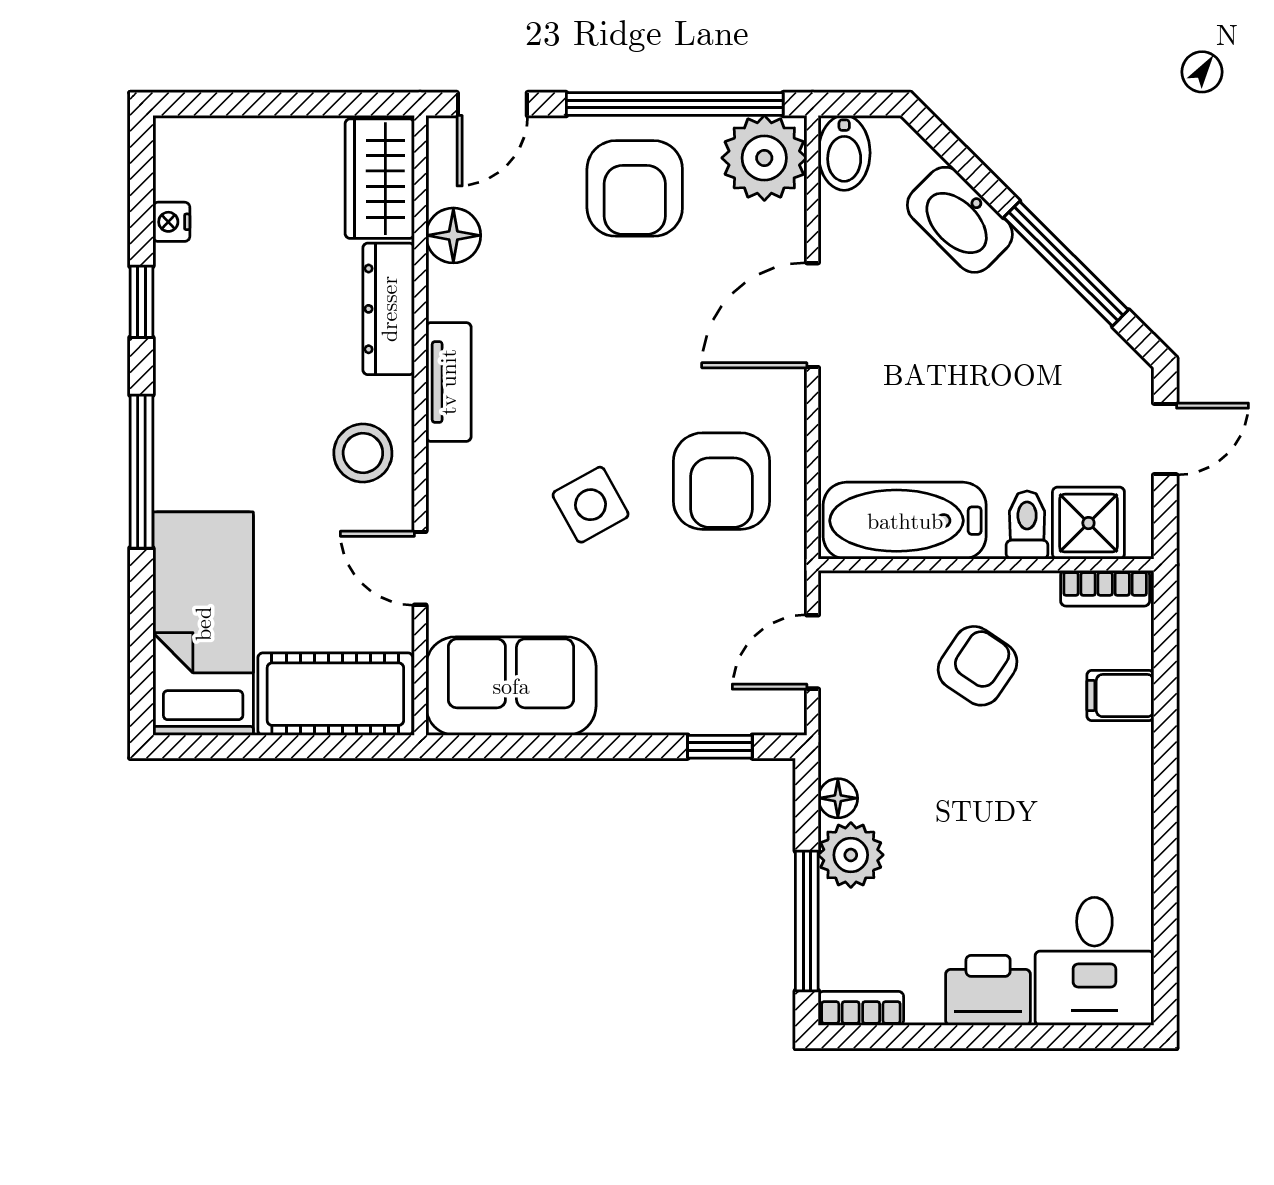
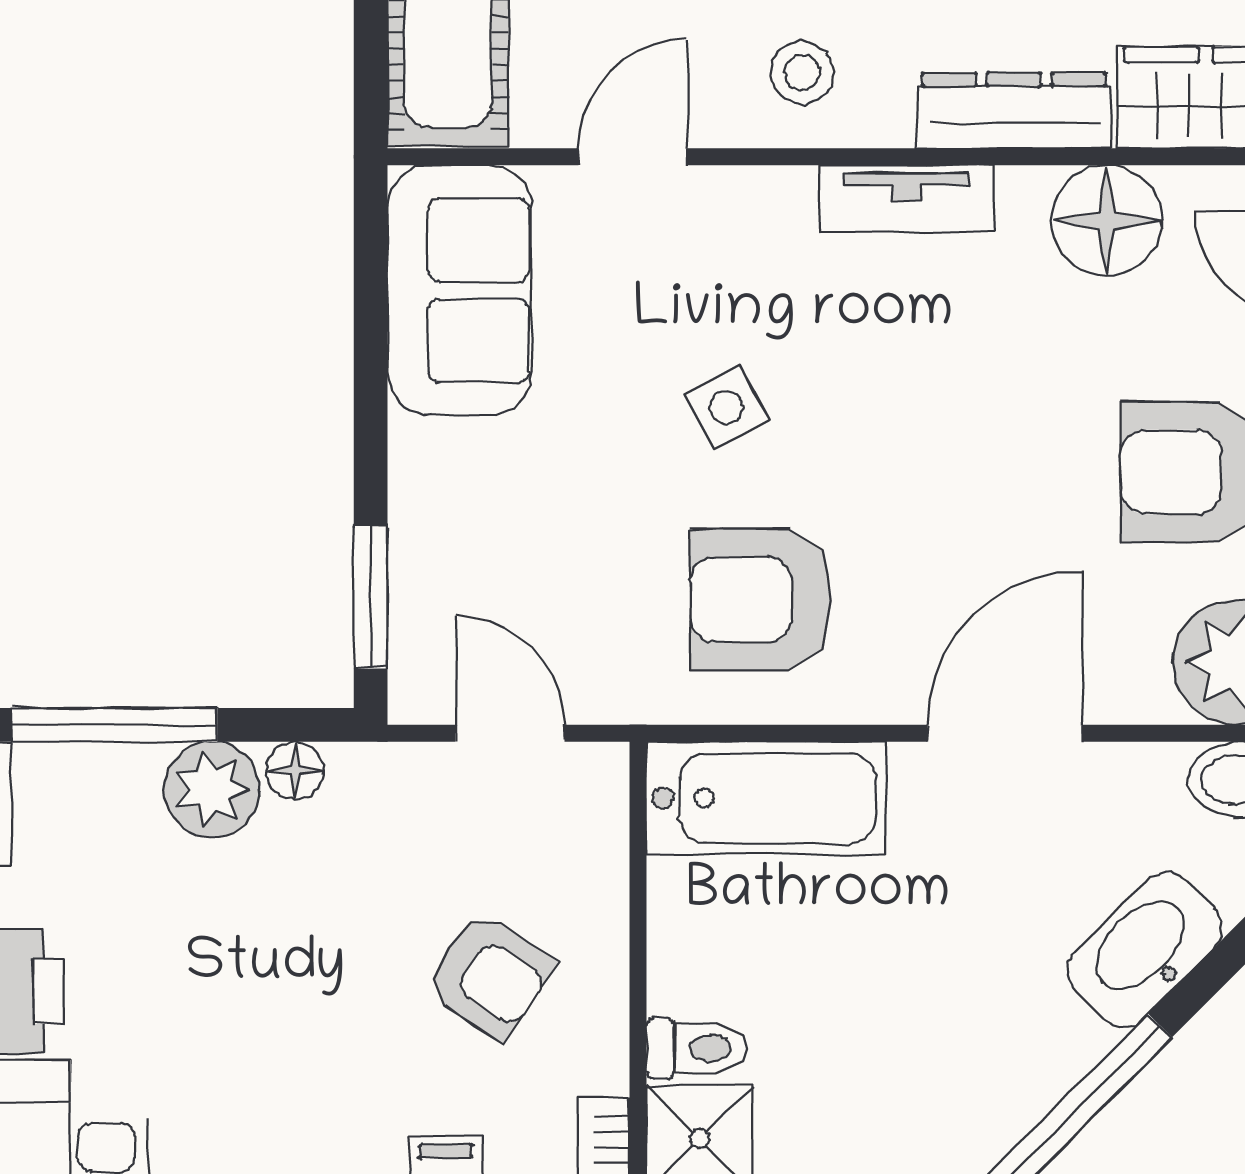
floor lamp: (453, 235) -> (1107, 221), width x1.38, depth x1.38
door: (813, 315) -> (1005, 733), hinge flipped
stool: (363, 453) -> (802, 73), width x0.73, depth x0.73
side table: (591, 505) -> (726, 407), width x0.73, depth x0.73
bathtub: (905, 521) -> (766, 798), moved, turned 90
window: (720, 747) -> (371, 597), width x1.50

